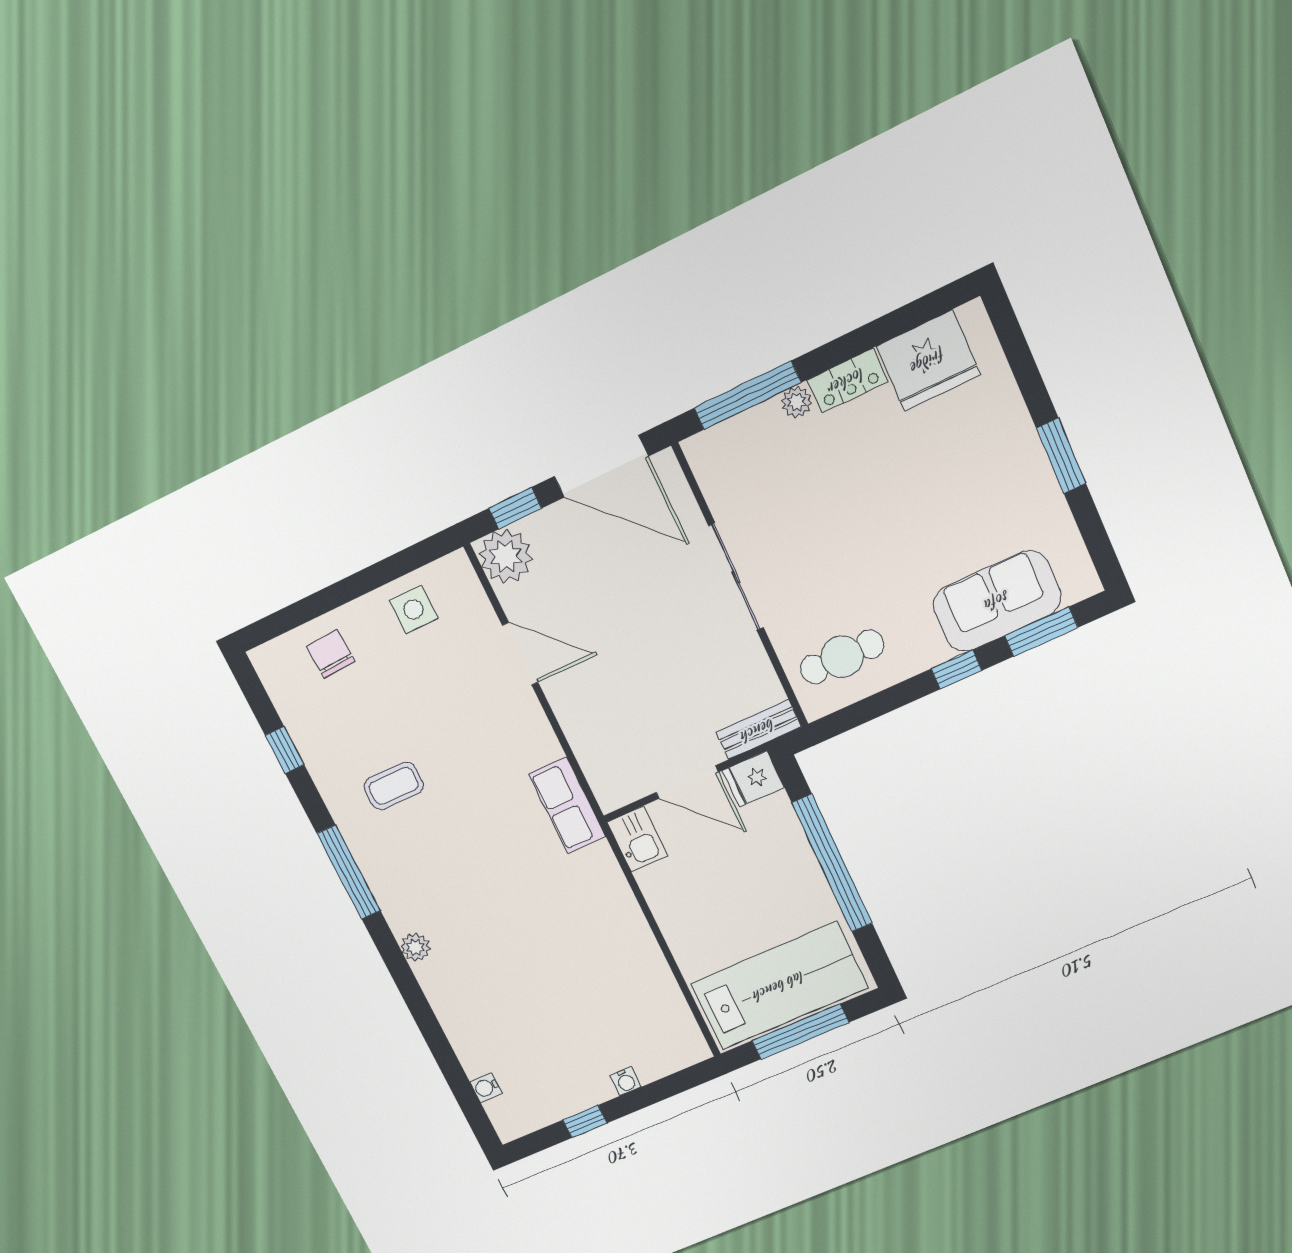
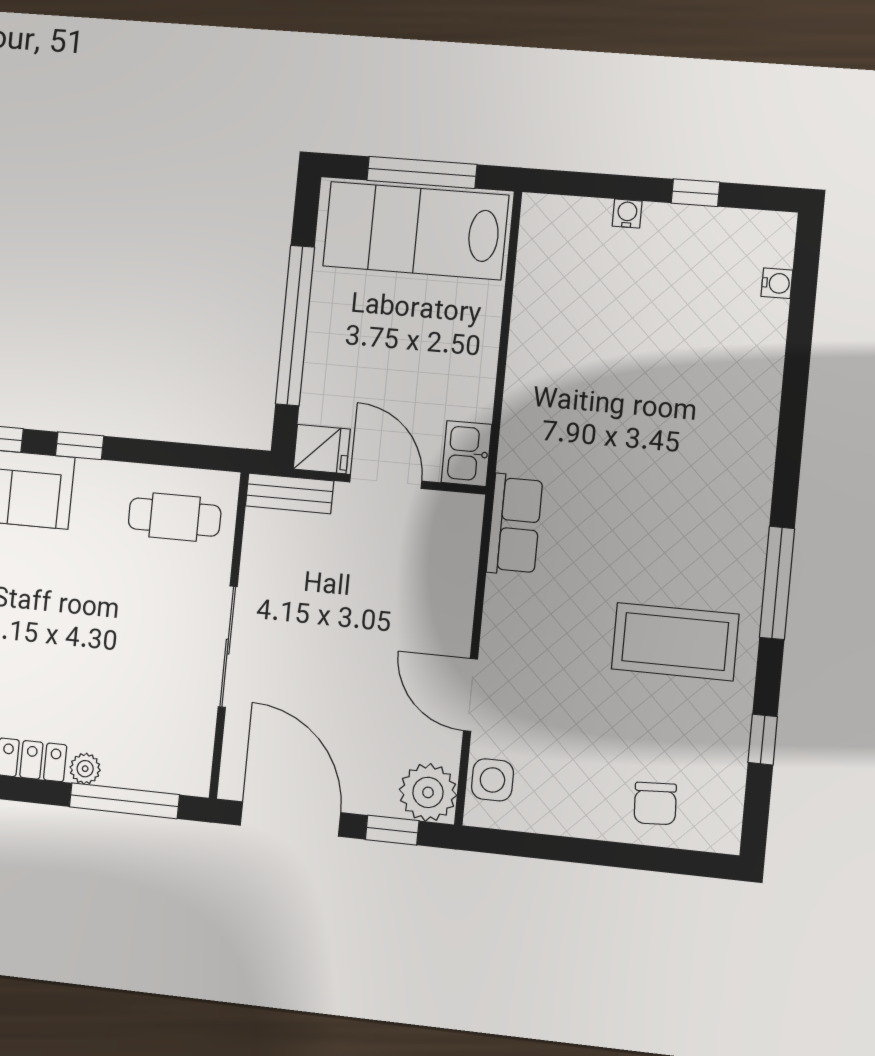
side table: (413, 610) -> (492, 780), moved
coffee table: (394, 786) -> (675, 642), width x1.86, depth x1.72
plant: (415, 947) -> (757, 469), removed

